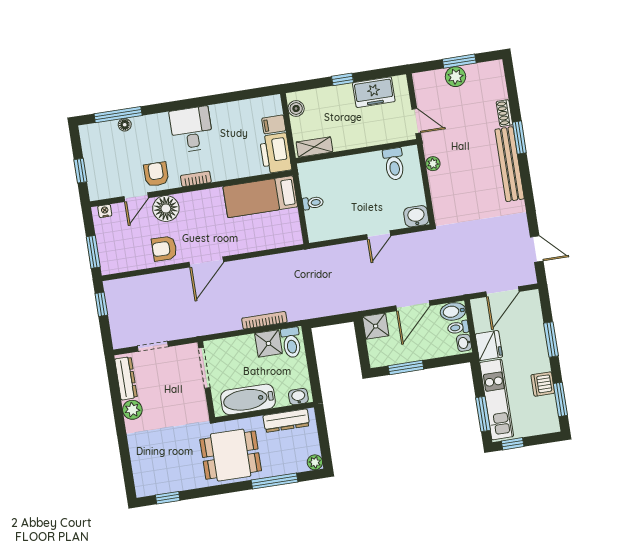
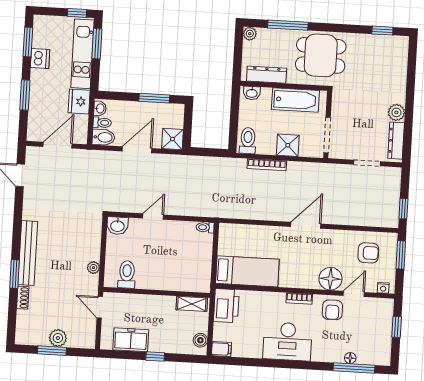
filing cabinet: (274, 124) -> (221, 349), moved
desk: (191, 129) -> (287, 341), width x1.37
toilet: (313, 203) -> (205, 227), moved
armchair: (164, 249) -> (368, 253), moved
shower: (268, 343) -> (288, 145), moved

